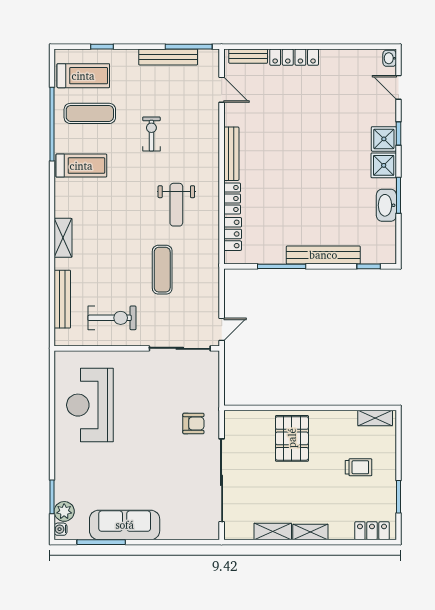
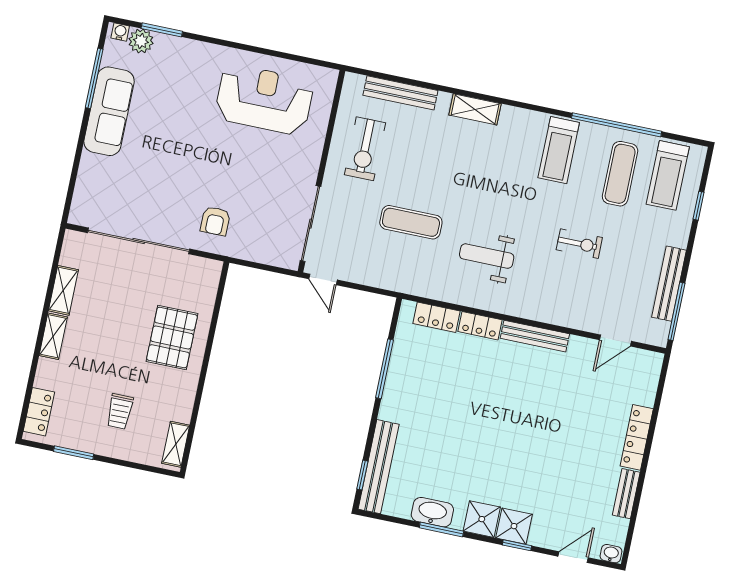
bench: (248, 56) -> (626, 494), moved
bench: (323, 255) -> (379, 467), moved
pallet: (292, 438) -> (172, 337), turned 90

